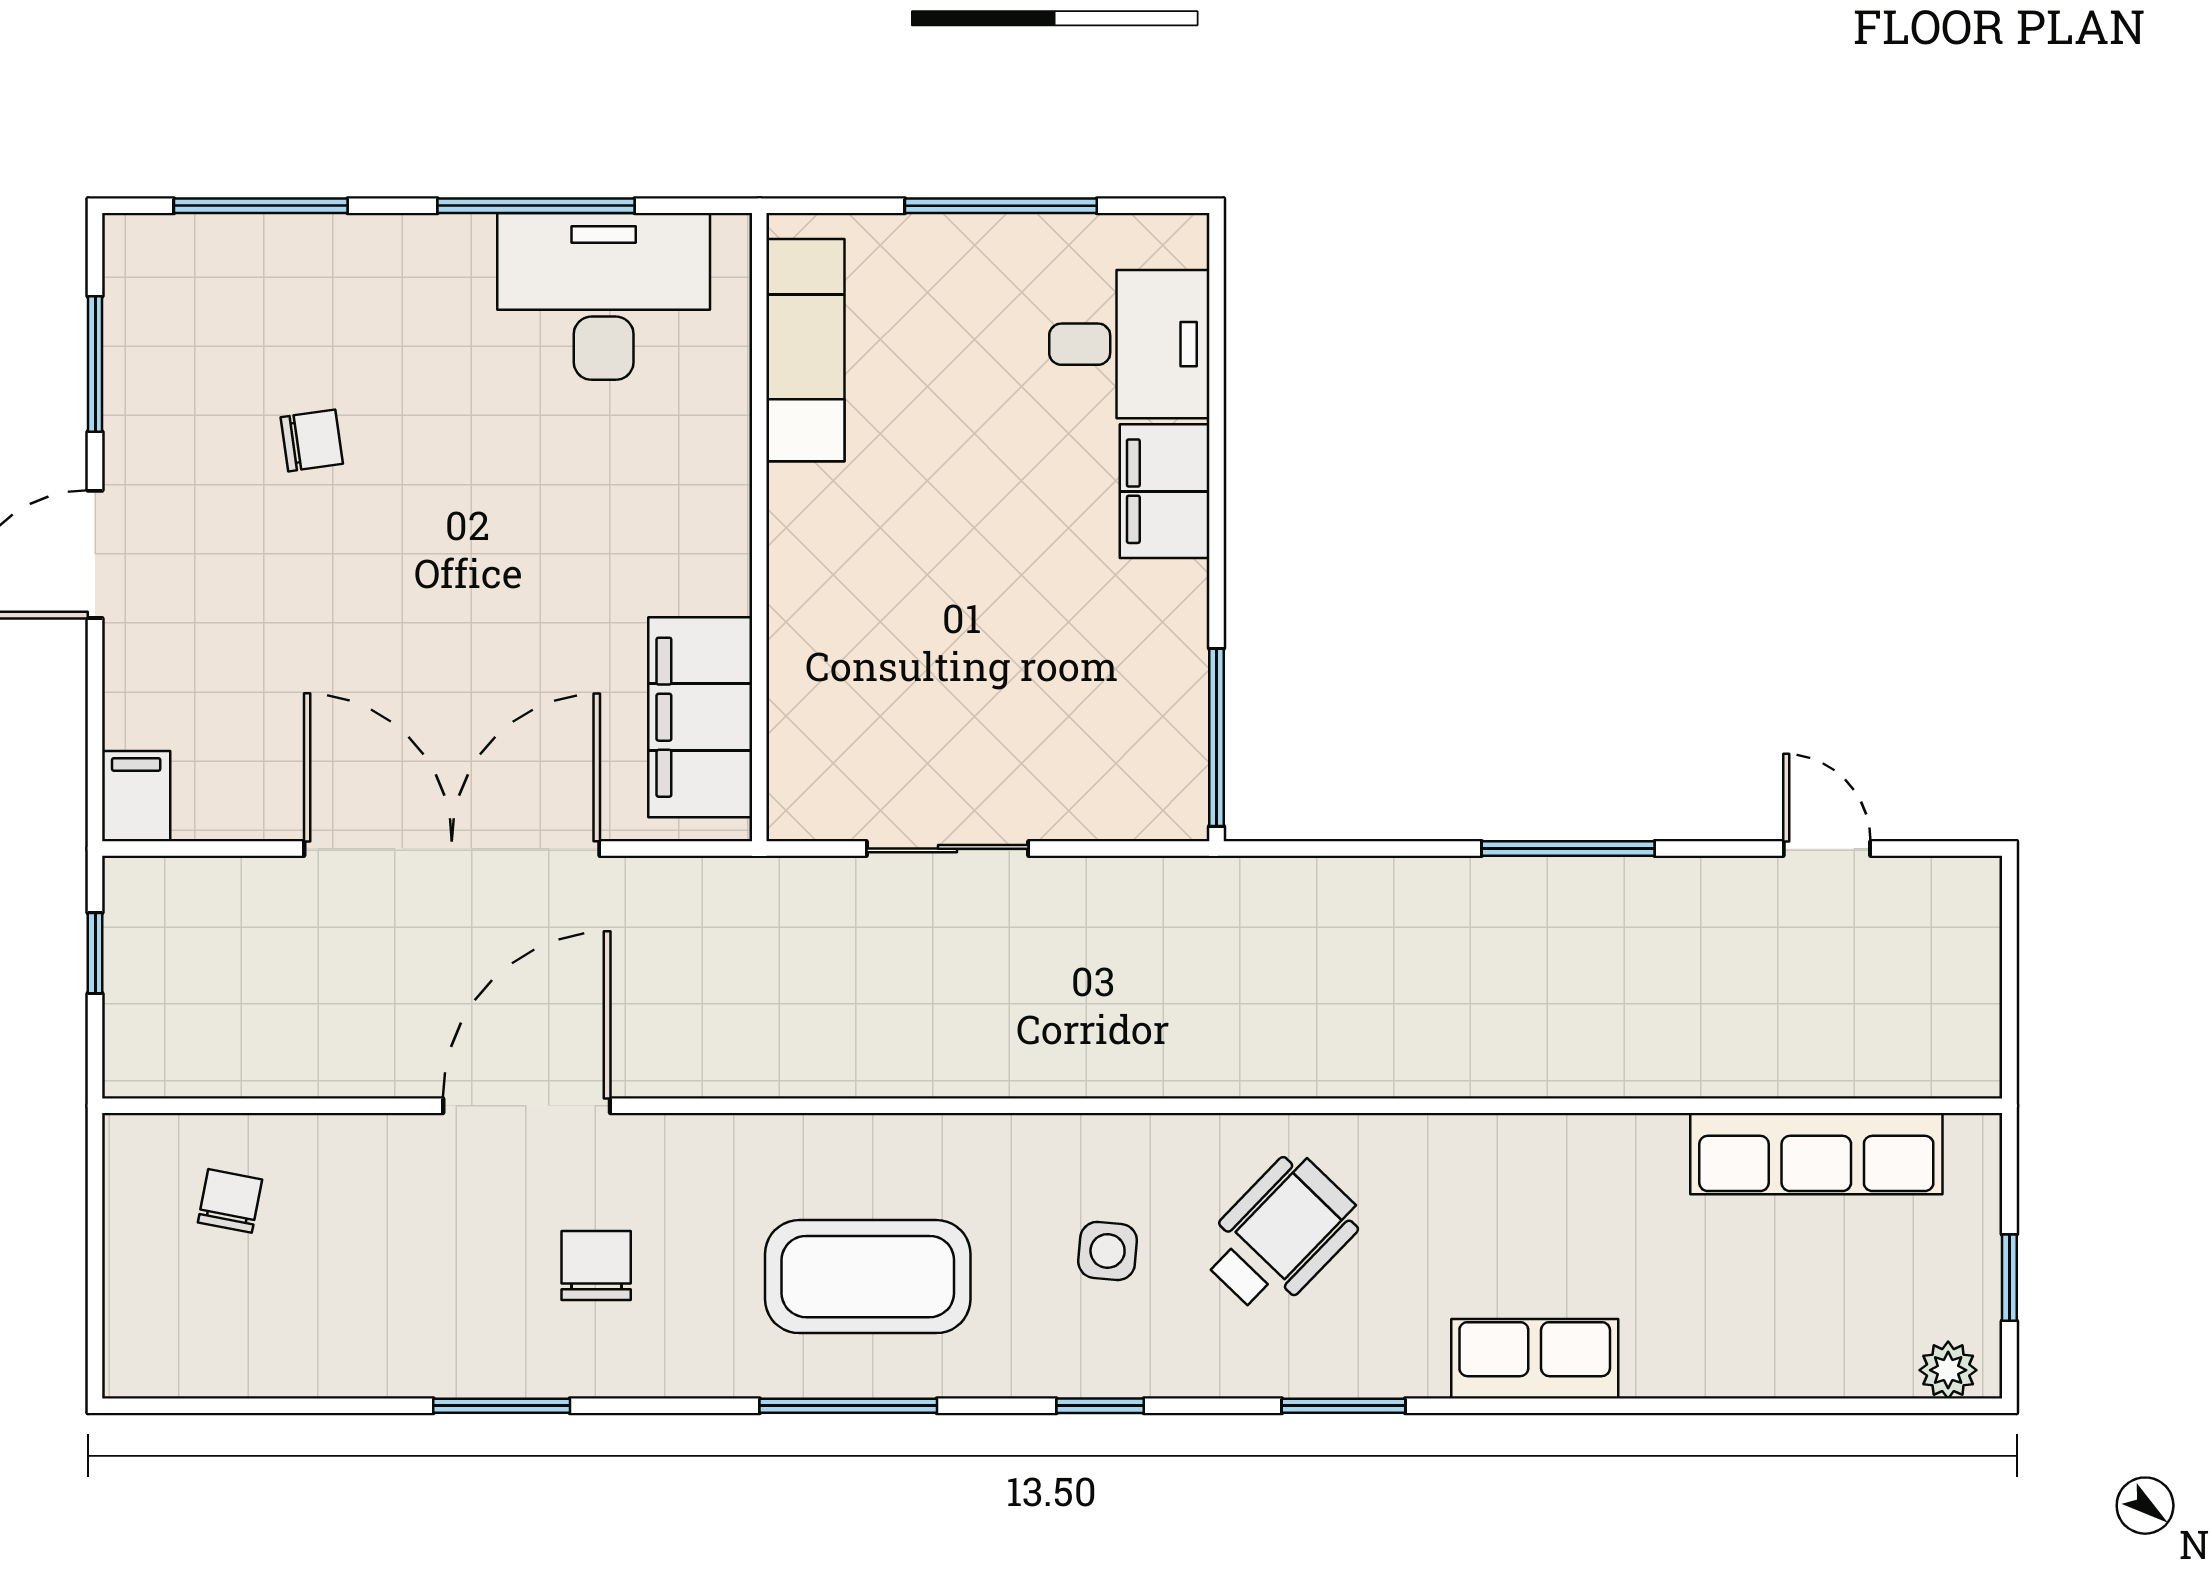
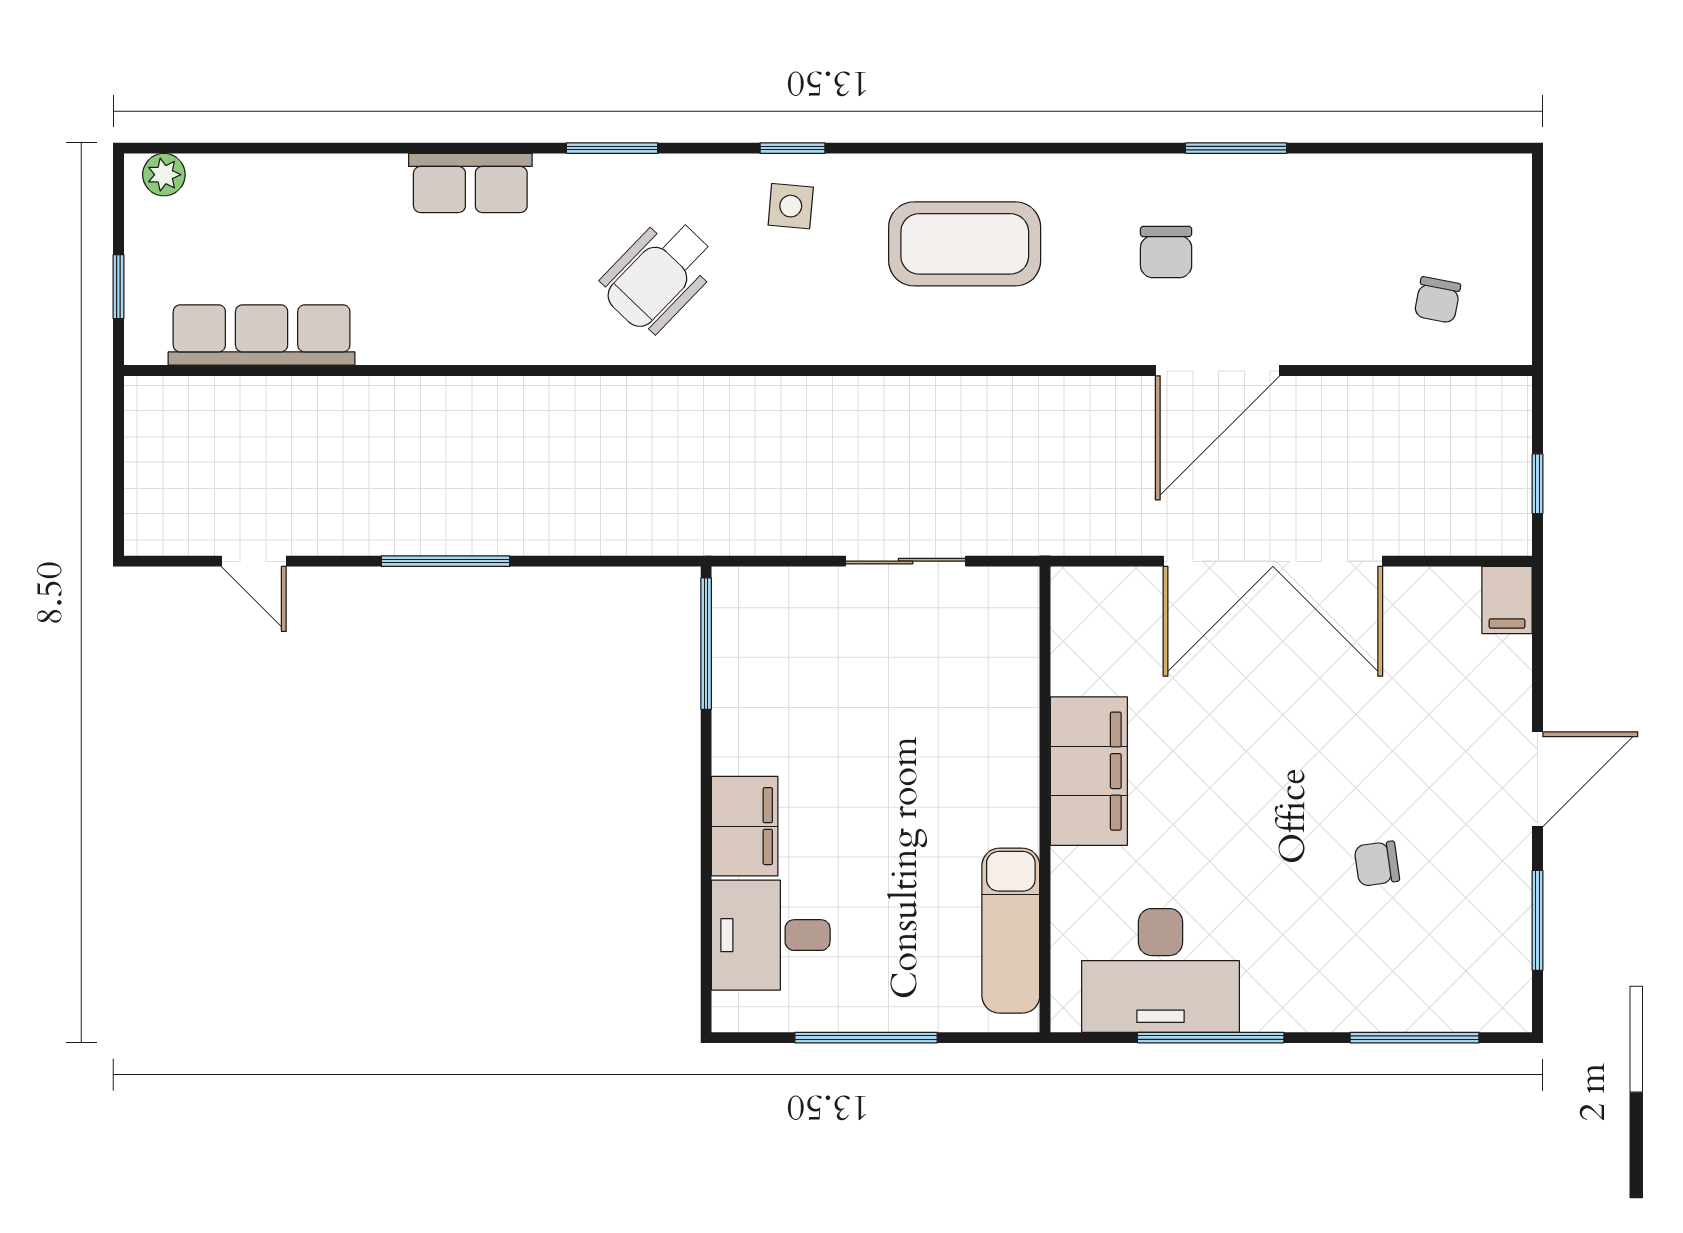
filing cabinet: (700, 717) -> (1089, 771), moved
side table: (1108, 1251) -> (791, 206), moved
window: (2009, 1278) -> (118, 287), moved
window: (848, 1406) -> (979, 148), removed

